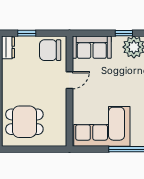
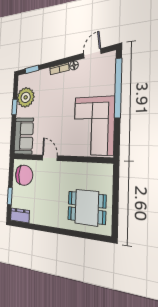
chair: (50, 50) -> (24, 175), turned -90
dining table: (24, 122) -> (87, 208), turned 90

